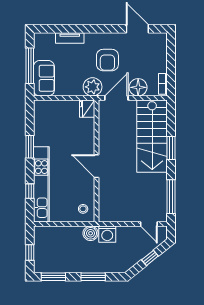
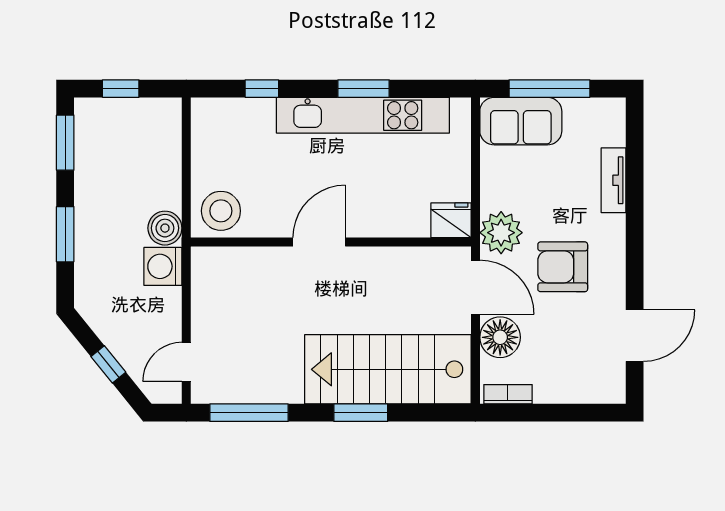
kitchen unit: (41, 184) -> (363, 115), moved
stool: (83, 209) -> (221, 211), width x1.89, depth x1.89

